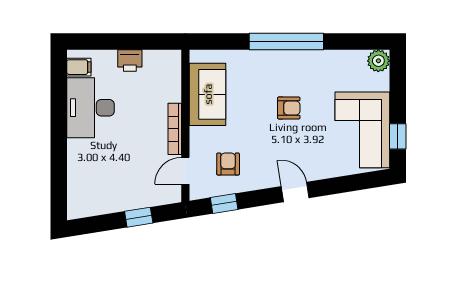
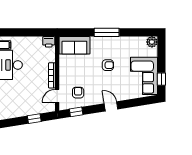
window: (286, 41) -> (107, 32), width x0.68
printer: (130, 61) -> (49, 42), moved
sofa: (208, 94) -> (74, 45), moved, turned 90

